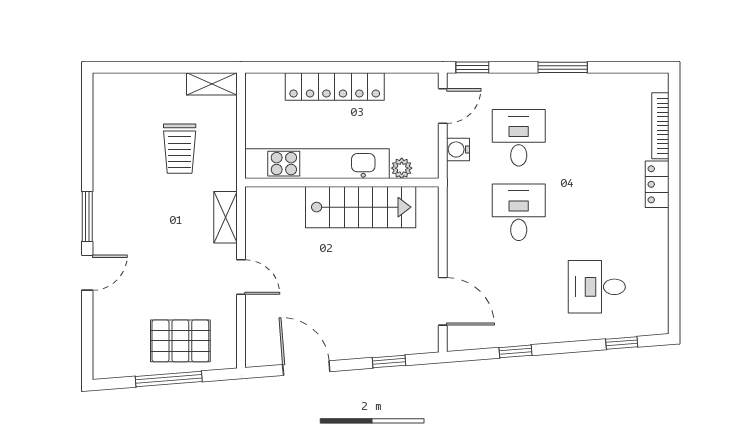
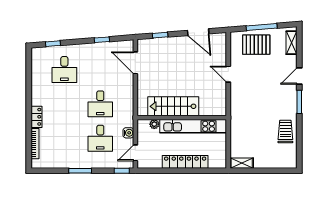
trolley: (180, 149) -> (285, 132), moved
shelving: (226, 217) -> (291, 43), moved
desk: (597, 287) -> (64, 70), turned 90

